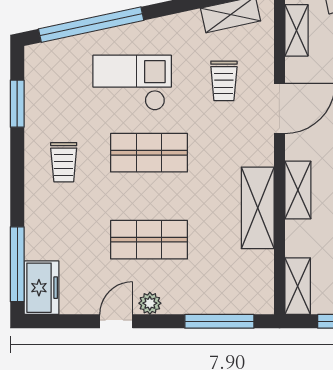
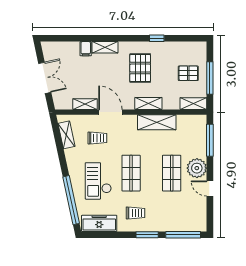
shelving: (297, 30) -> (85, 104), moved
window: (17, 104) -> (147, 235), moved
freezer: (41, 288) -> (99, 223), moved, width x1.40
plant: (150, 303) -> (197, 168), width x1.88, depth x1.88

